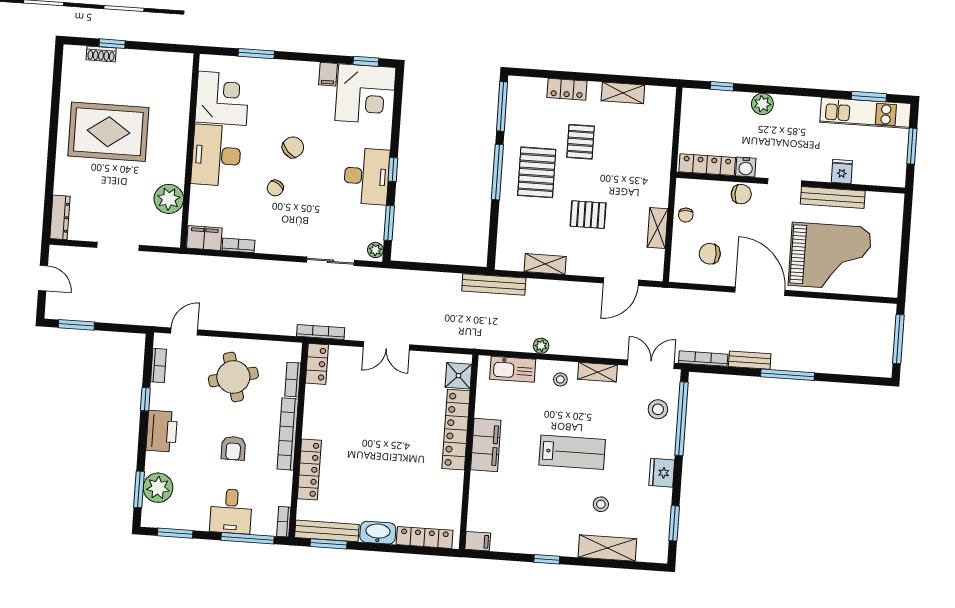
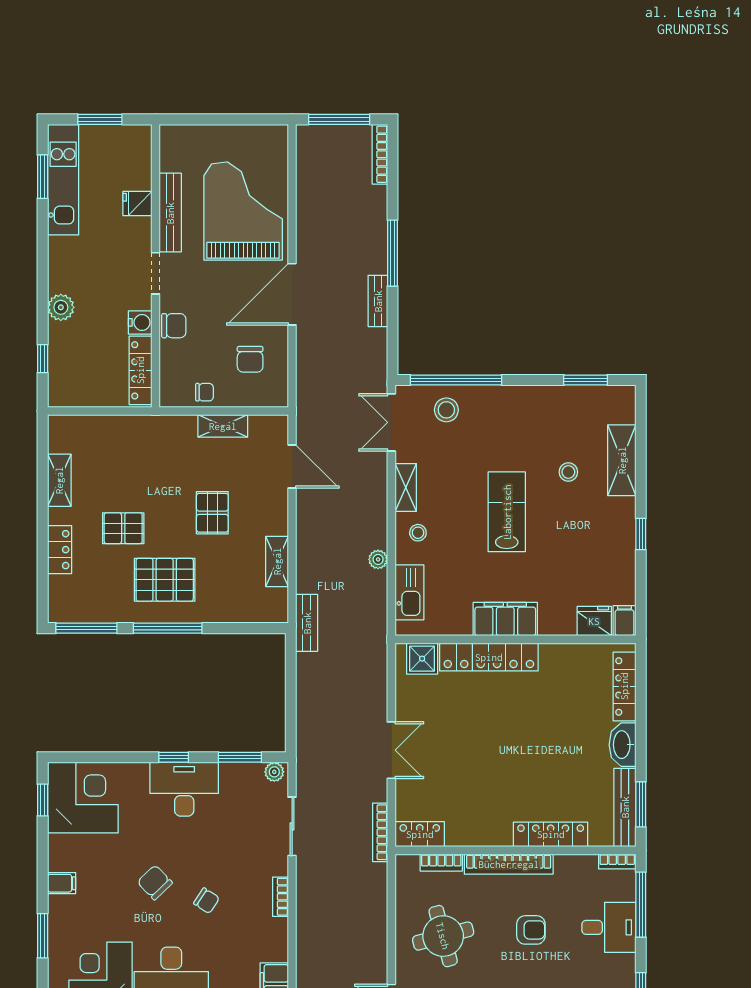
filing cabinet: (328, 74) -> (62, 883), moved
chair: (741, 194) -> (174, 326), turned 90
bookcase: (238, 245) -> (280, 897), moved
bench: (494, 284) -> (307, 623), width x0.73
bookcase: (703, 359) -> (380, 154), moved
fridge: (662, 473) -> (594, 621), moved, turned 180

